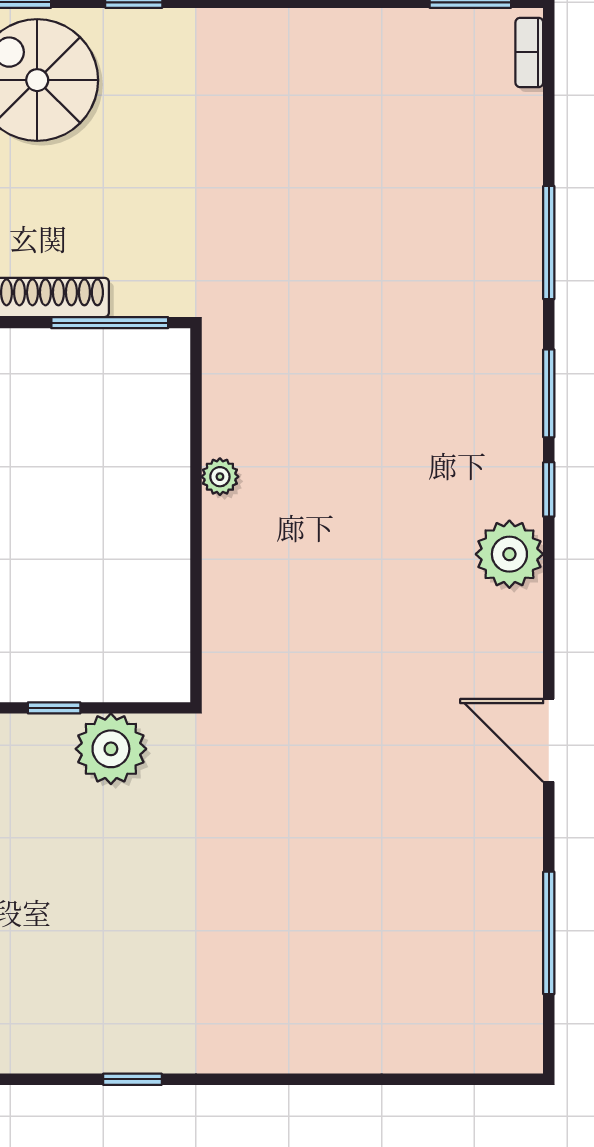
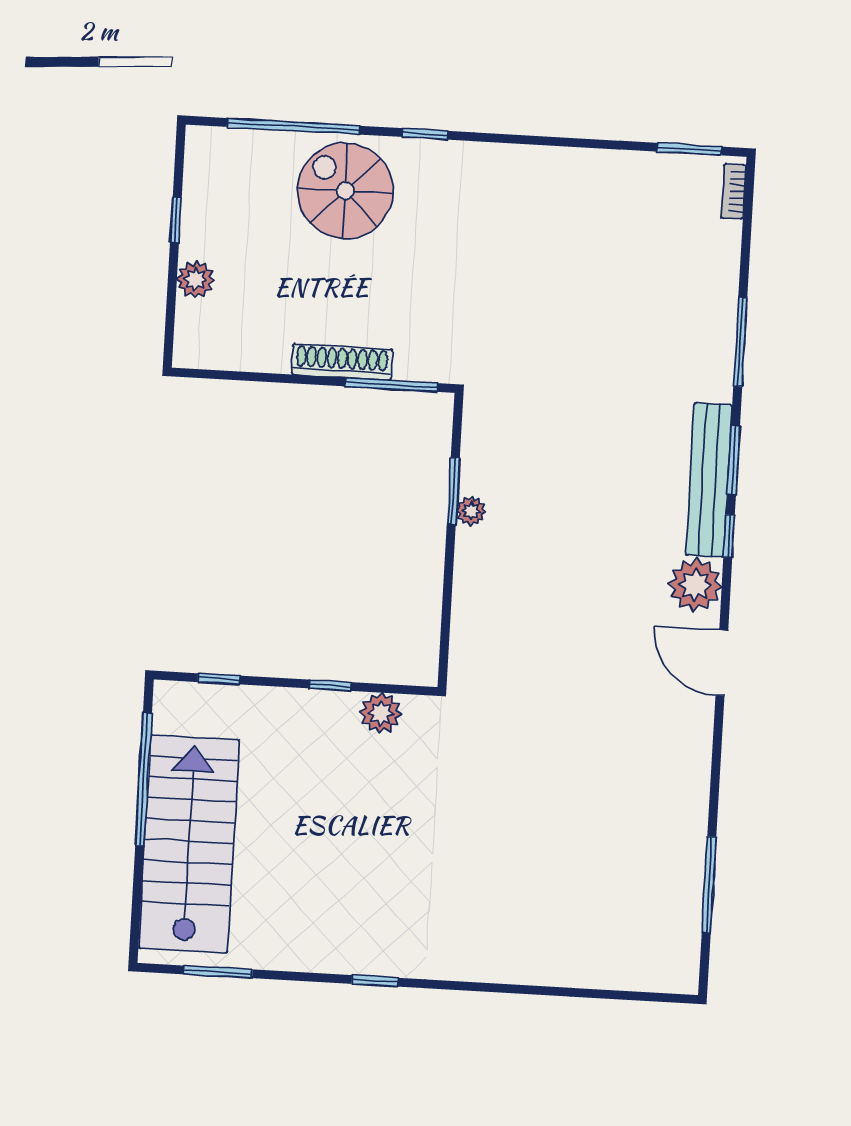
bench: (519, 420) -> (709, 480), added
window: (196, 453) -> (453, 491), added
door: (549, 740) -> (722, 663), moved
plant: (111, 749) -> (381, 713), width x0.73, depth x0.73

